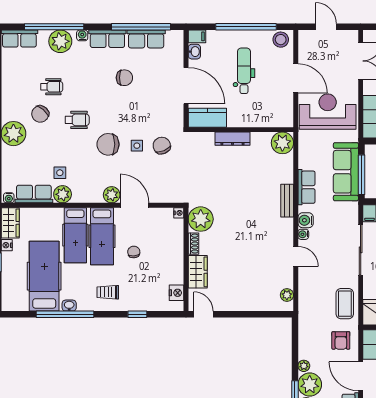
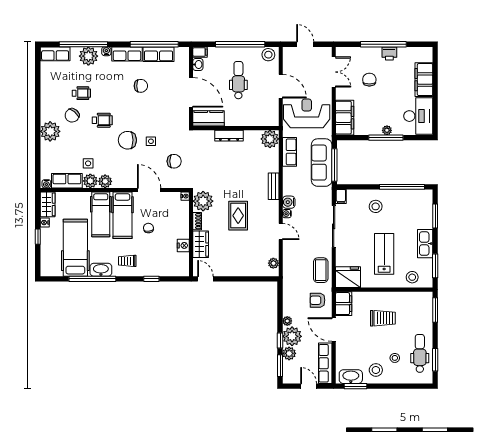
chair: (162, 146) -> (174, 161), moved, turned 112
row of seats: (306, 187) -> (289, 152), moved
plant: (112, 195) -> (105, 181), moved
rug: (244, 237) -> (238, 216), added
nightstand: (176, 293) -> (183, 245), moved
washbasin: (69, 306) -> (101, 270), width x1.91, depth x1.45
armchair: (341, 340) -> (318, 300), turned 90

